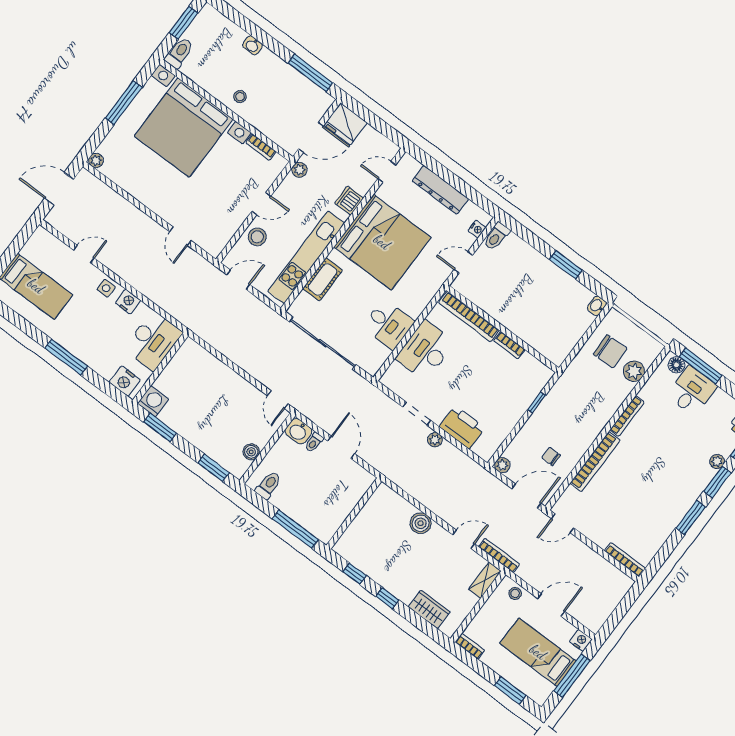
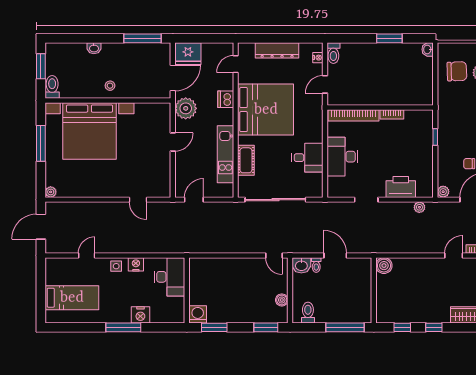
bookcase: (261, 147) -> (146, 107), removed
plant: (299, 170) -> (186, 108), width x1.88, depth x1.88
stool: (257, 237) -> (186, 164), removed
kitchen unit: (306, 257) -> (225, 154), width x0.73
nightstand: (125, 381) -> (140, 315), moved
plant: (435, 440) -> (419, 207), moved
boiler: (421, 523) -> (384, 266), moved

